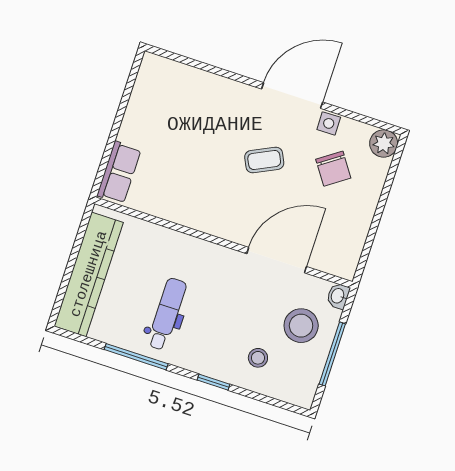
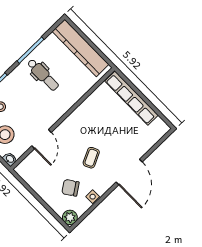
door: (292, 96) -> (129, 172), moved
row of seats: (119, 172) -> (132, 98), width x2.02
door: (277, 260) -> (41, 139), width x0.73

